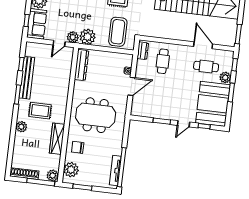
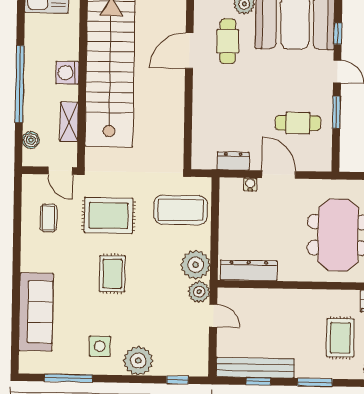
sofa: (37, 24) -> (182, 361), removed
dresser: (143, 51) -> (233, 161), moved
cafe table: (163, 61) -> (298, 123), moved
bench: (27, 78) -> (255, 368), moved

